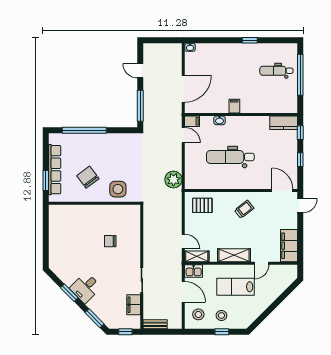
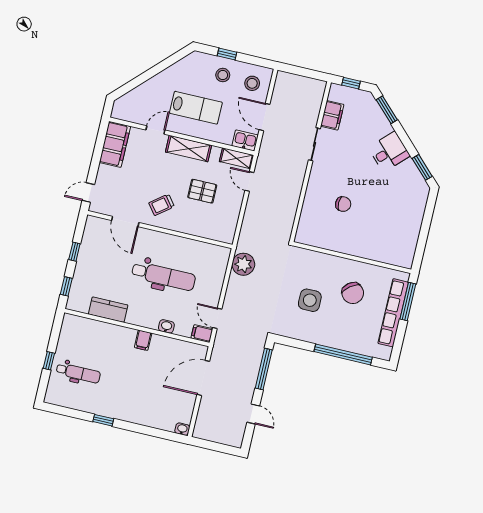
window: (300, 75) -> (49, 361), width x0.32
kitchen counter: (284, 123) -> (108, 310), moved
window: (46, 180) -> (408, 301), width x1.44
side table: (118, 189) -> (310, 300), moved
door: (282, 191) -> (125, 222), moved
pallet: (202, 205) -> (202, 191), moved
window: (69, 293) -> (422, 167), moved
bench: (155, 324) -> (311, 84), removed

